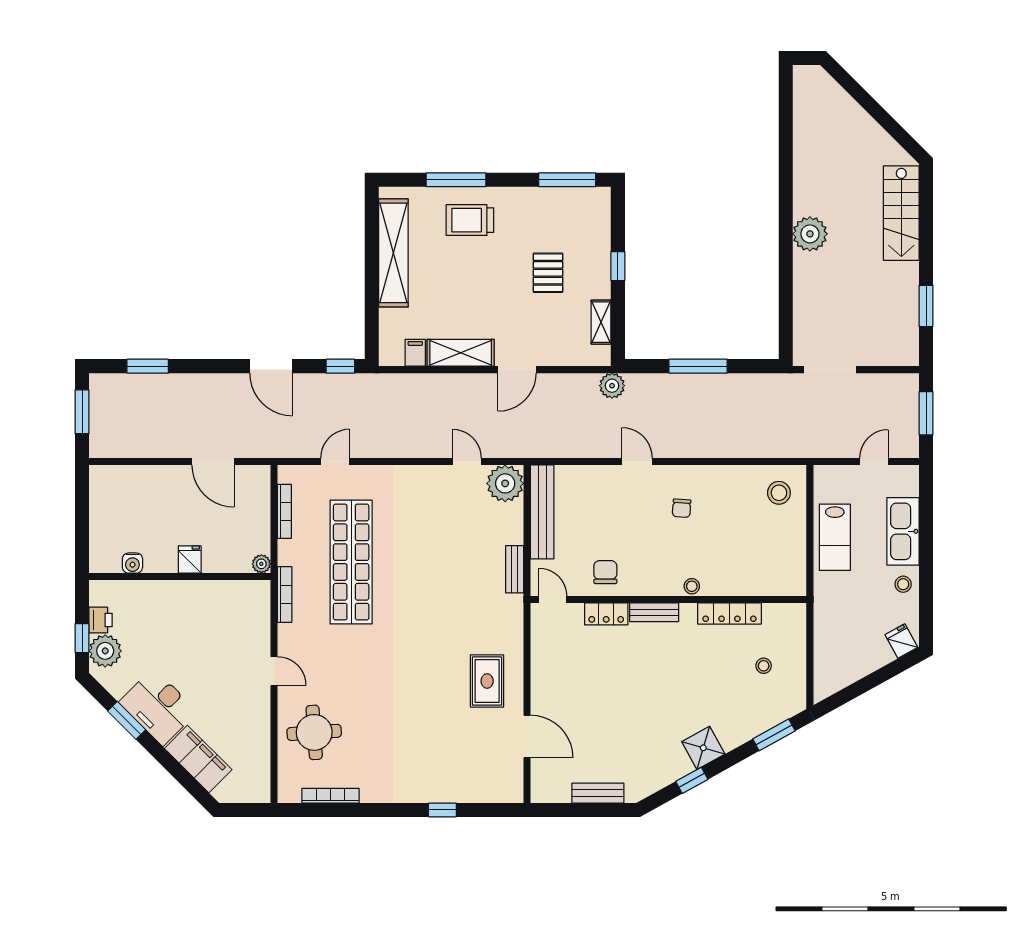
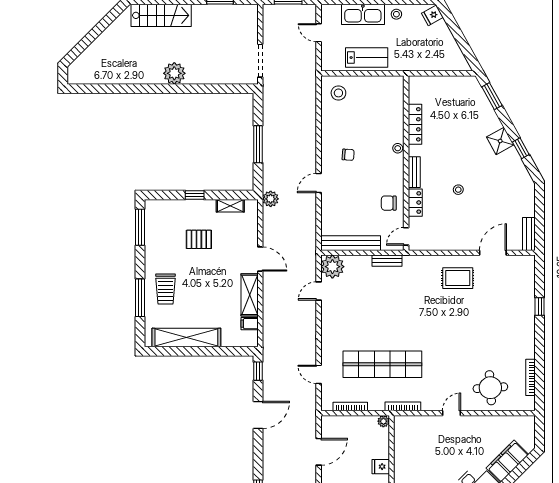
stool: (764, 666) -> (458, 190), moved
bench: (598, 793) -> (529, 234), moved

